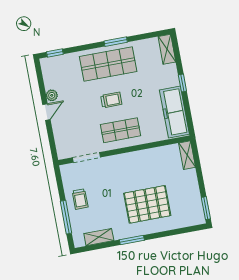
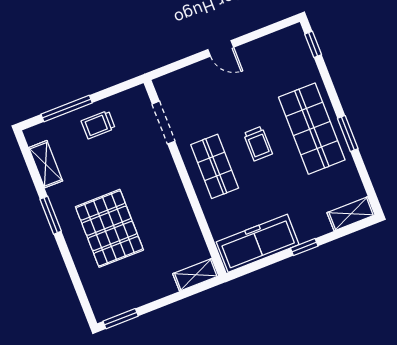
plant: (52, 95) -> (248, 52), removed

